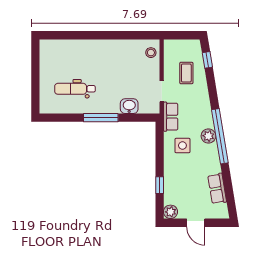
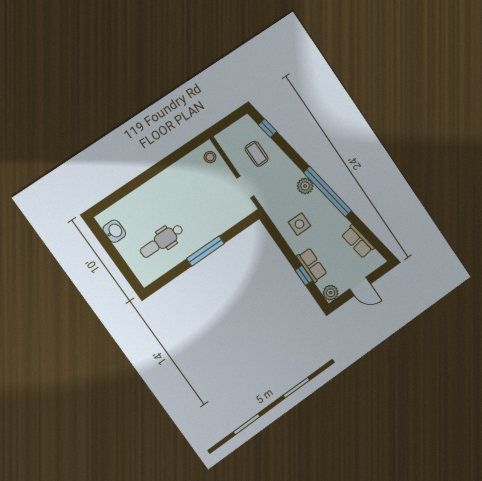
washbasin: (129, 106) -> (114, 231), moved, turned 90
row of seats: (171, 117) -> (312, 265), moved
plant: (208, 136) -> (305, 186), moved

